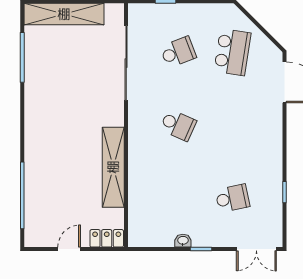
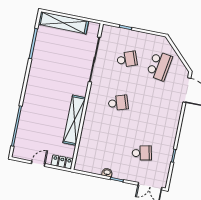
school desk: (178, 125) -> (118, 103), turned -42

